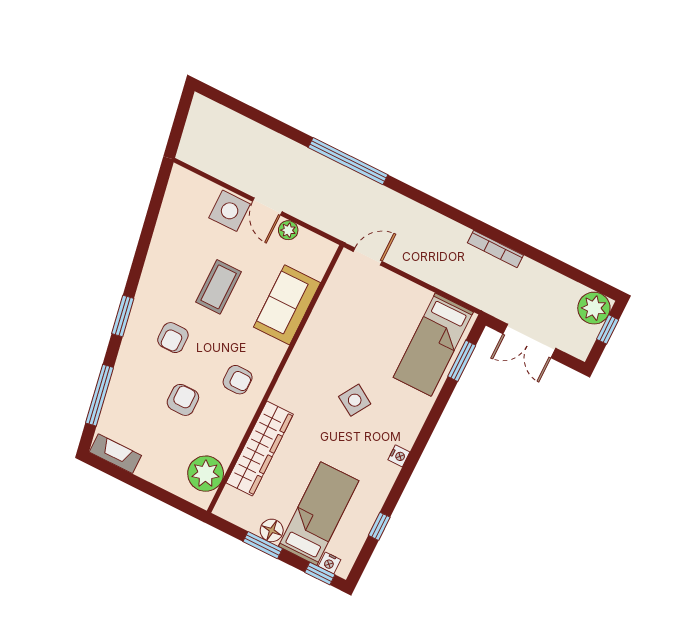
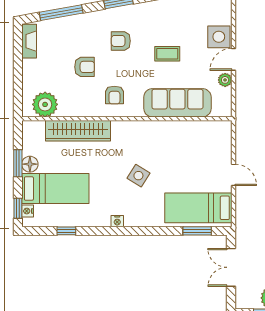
door: (368, 257) -> (233, 175), moved
coffee table: (219, 287) -> (167, 54), width x0.73, depth x0.77
sofa: (287, 305) -> (177, 103), width x1.36

